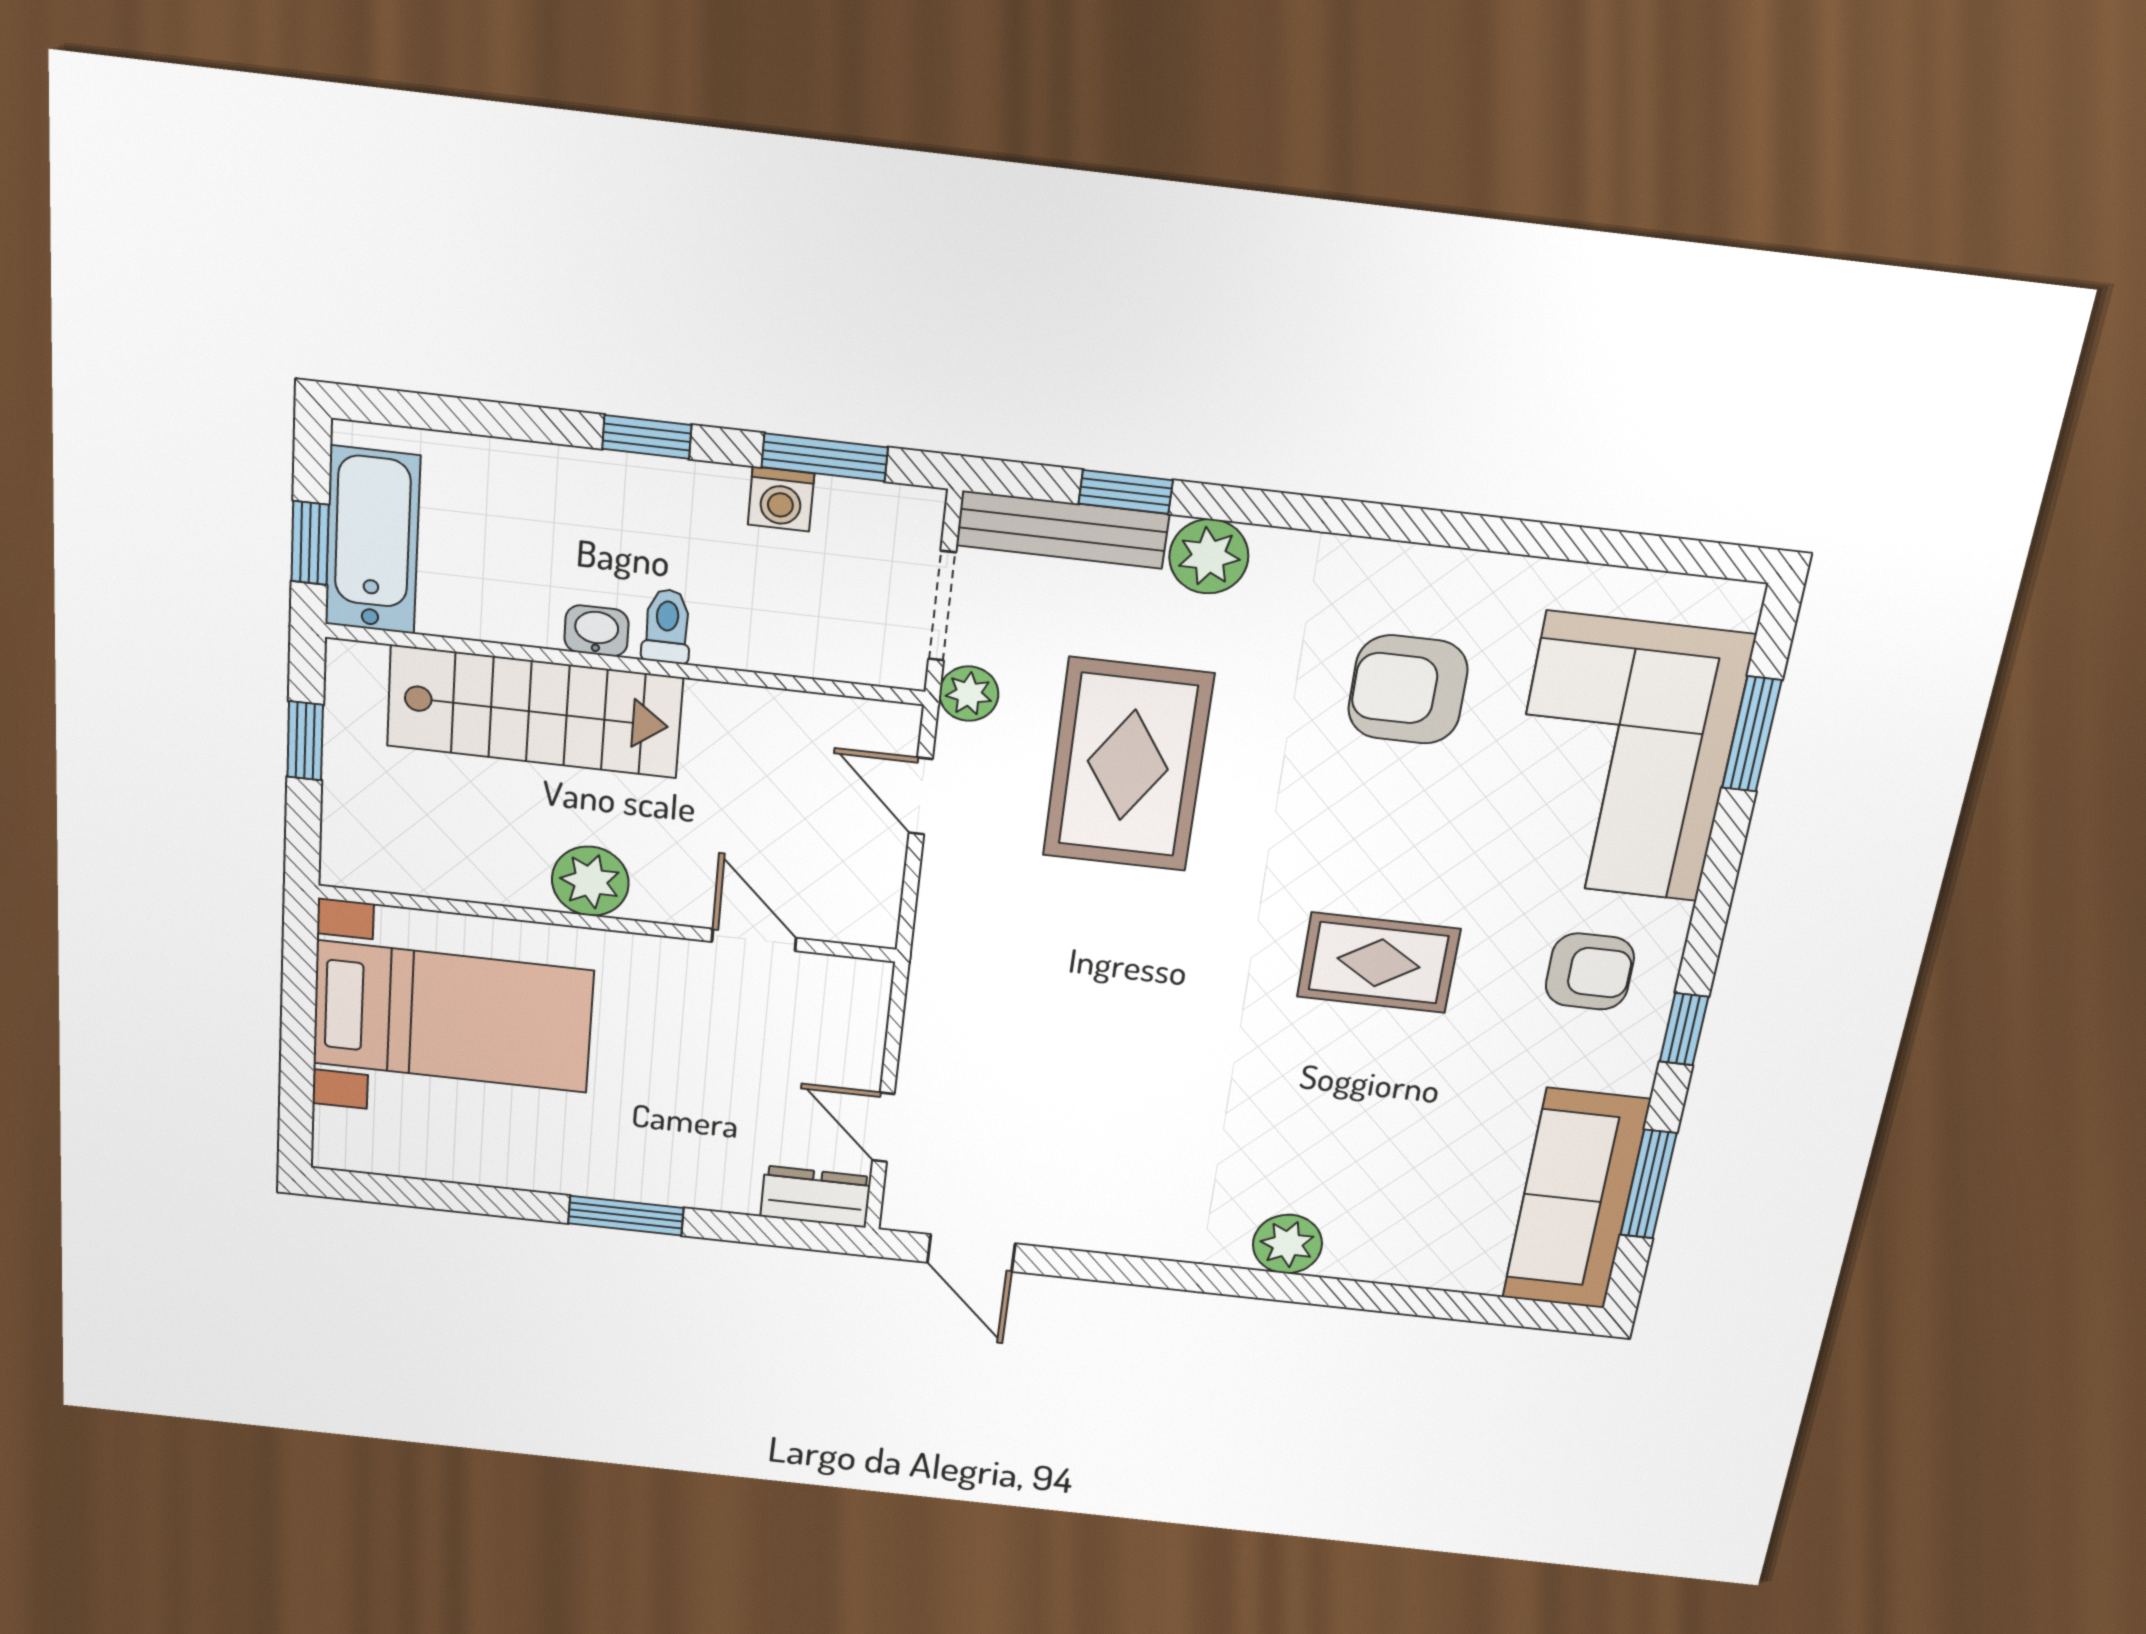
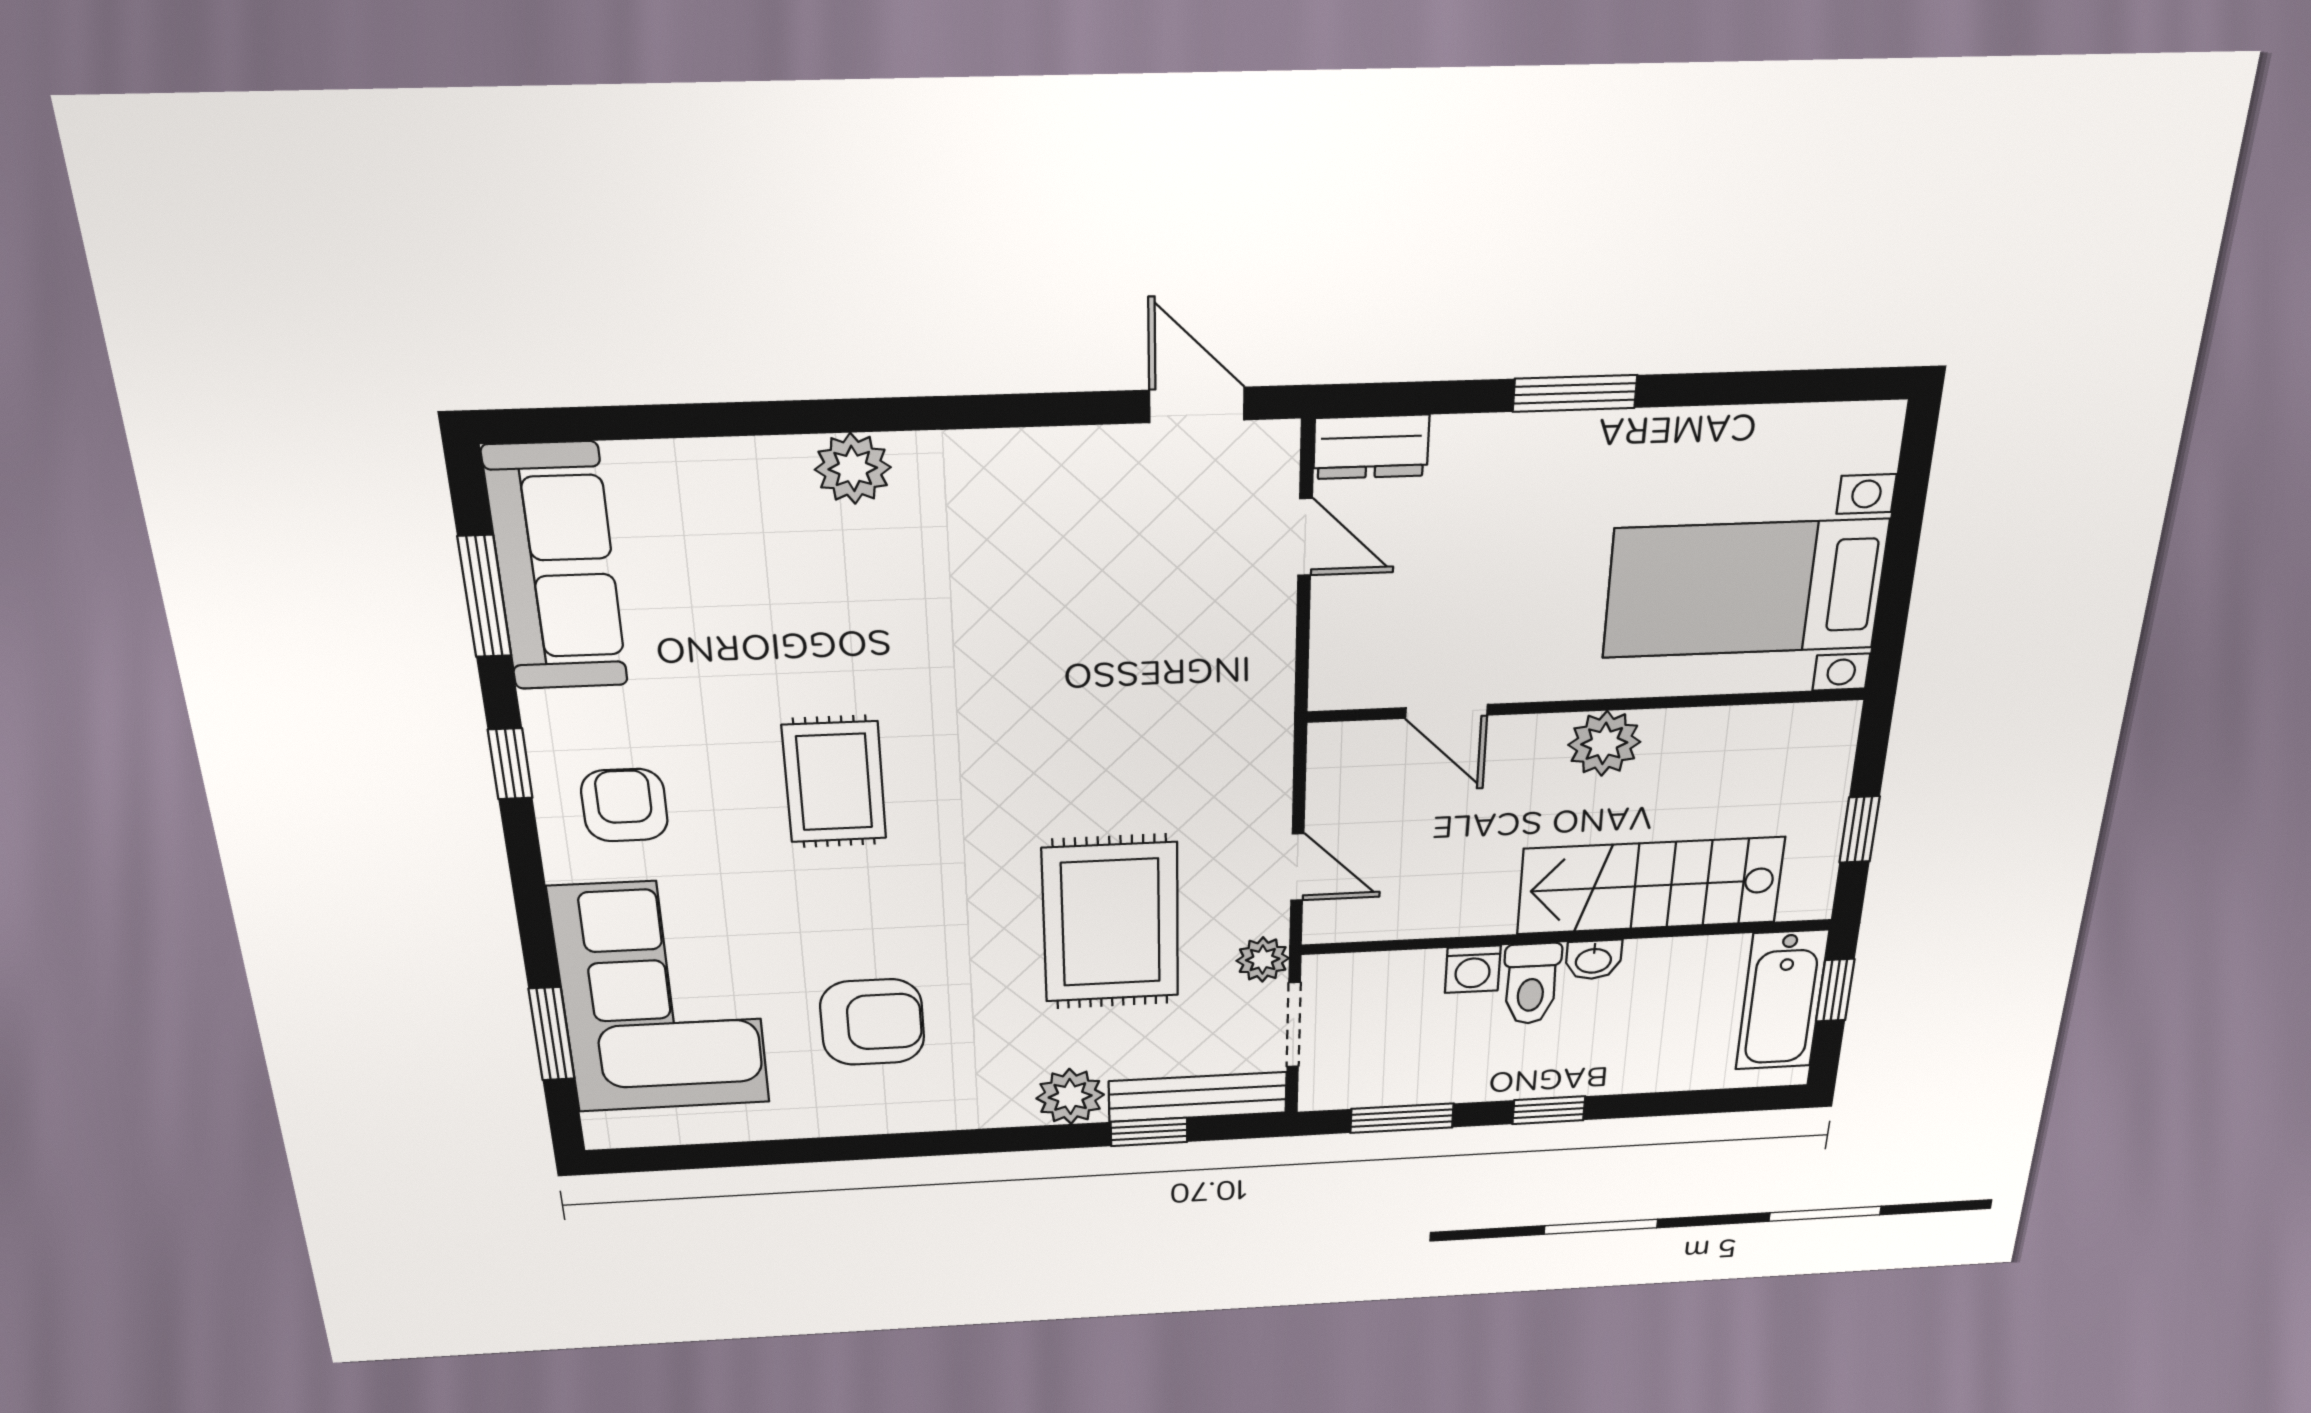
washing machine: (781, 499) -> (1473, 969), moved, turned 180
toilet: (667, 626) -> (1531, 984), width x1.37, depth x1.39
rug: (1379, 963) -> (834, 782), turned 90
armchair: (1590, 972) -> (624, 805), turned 90

